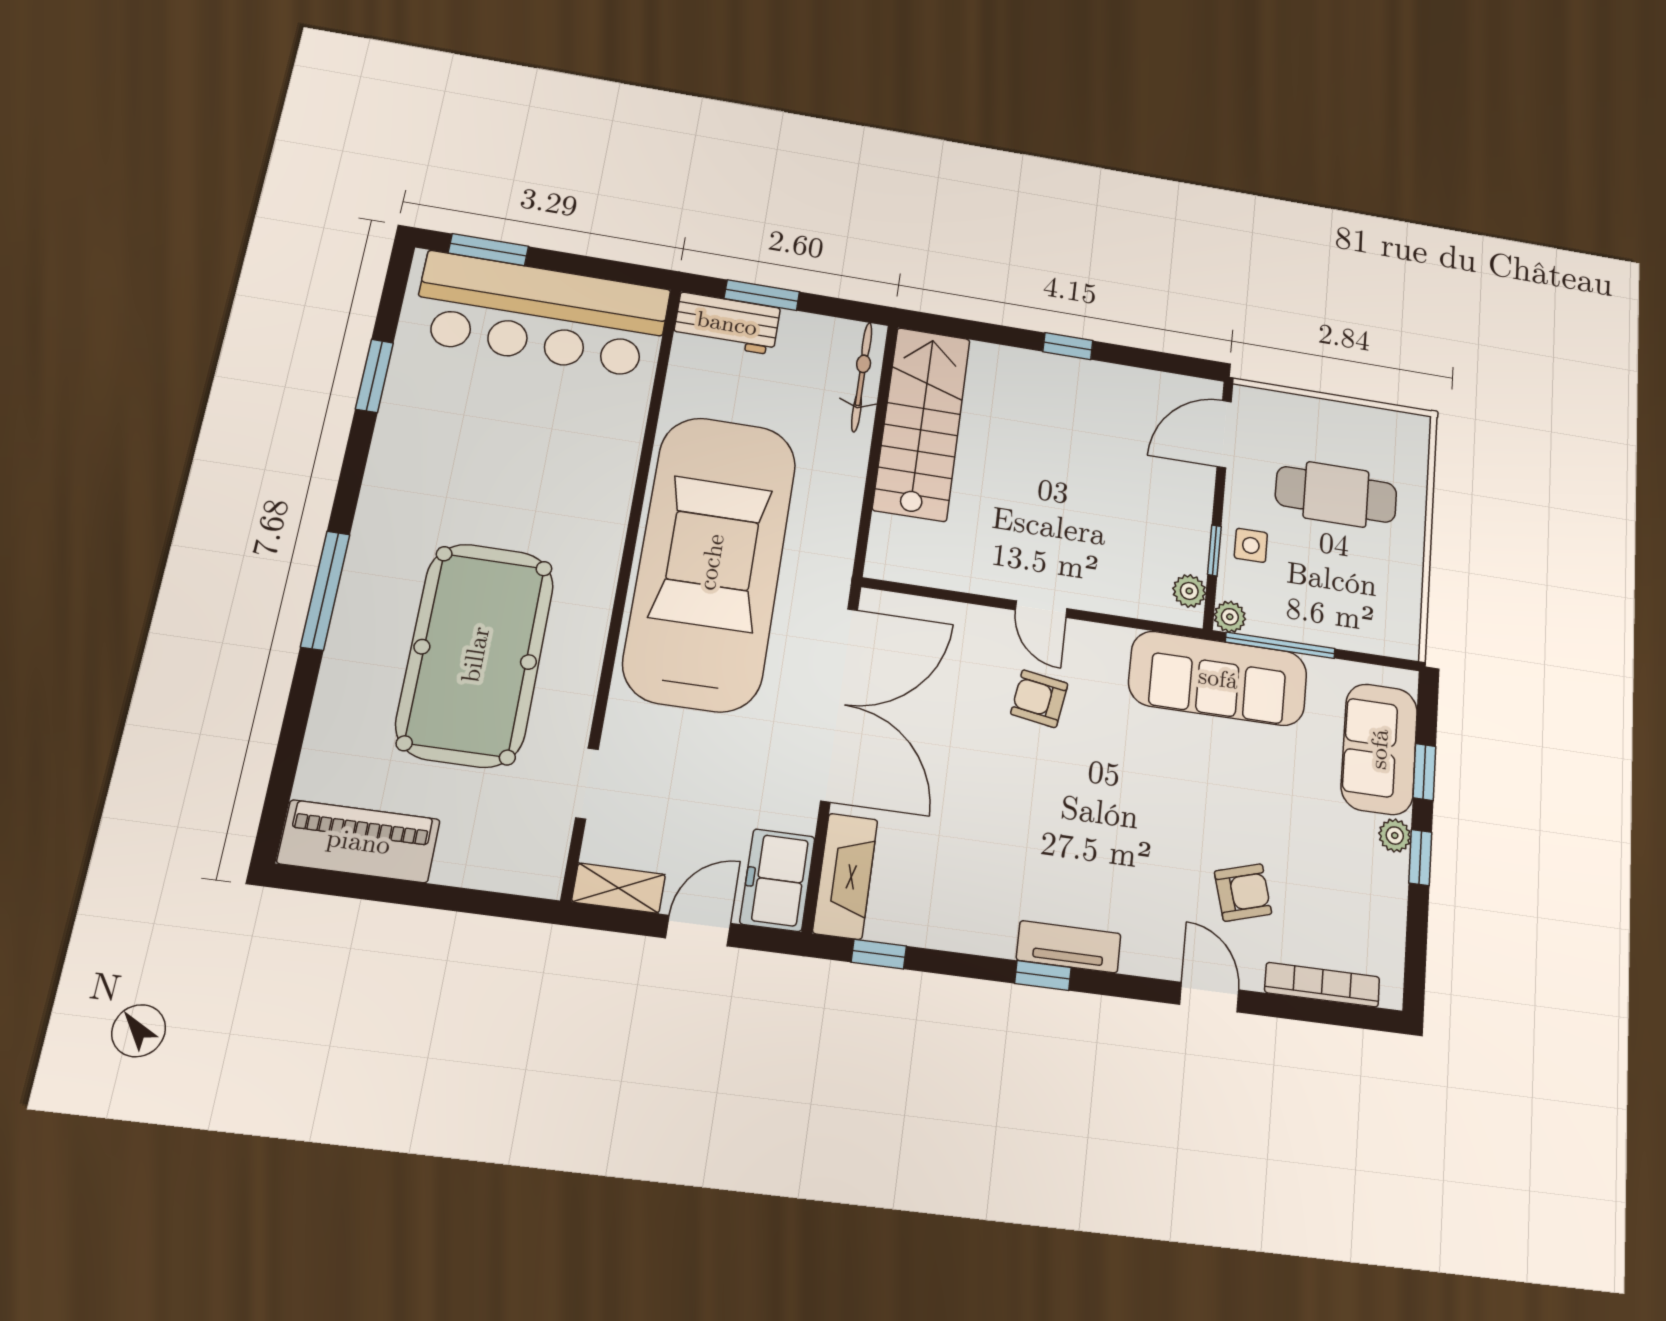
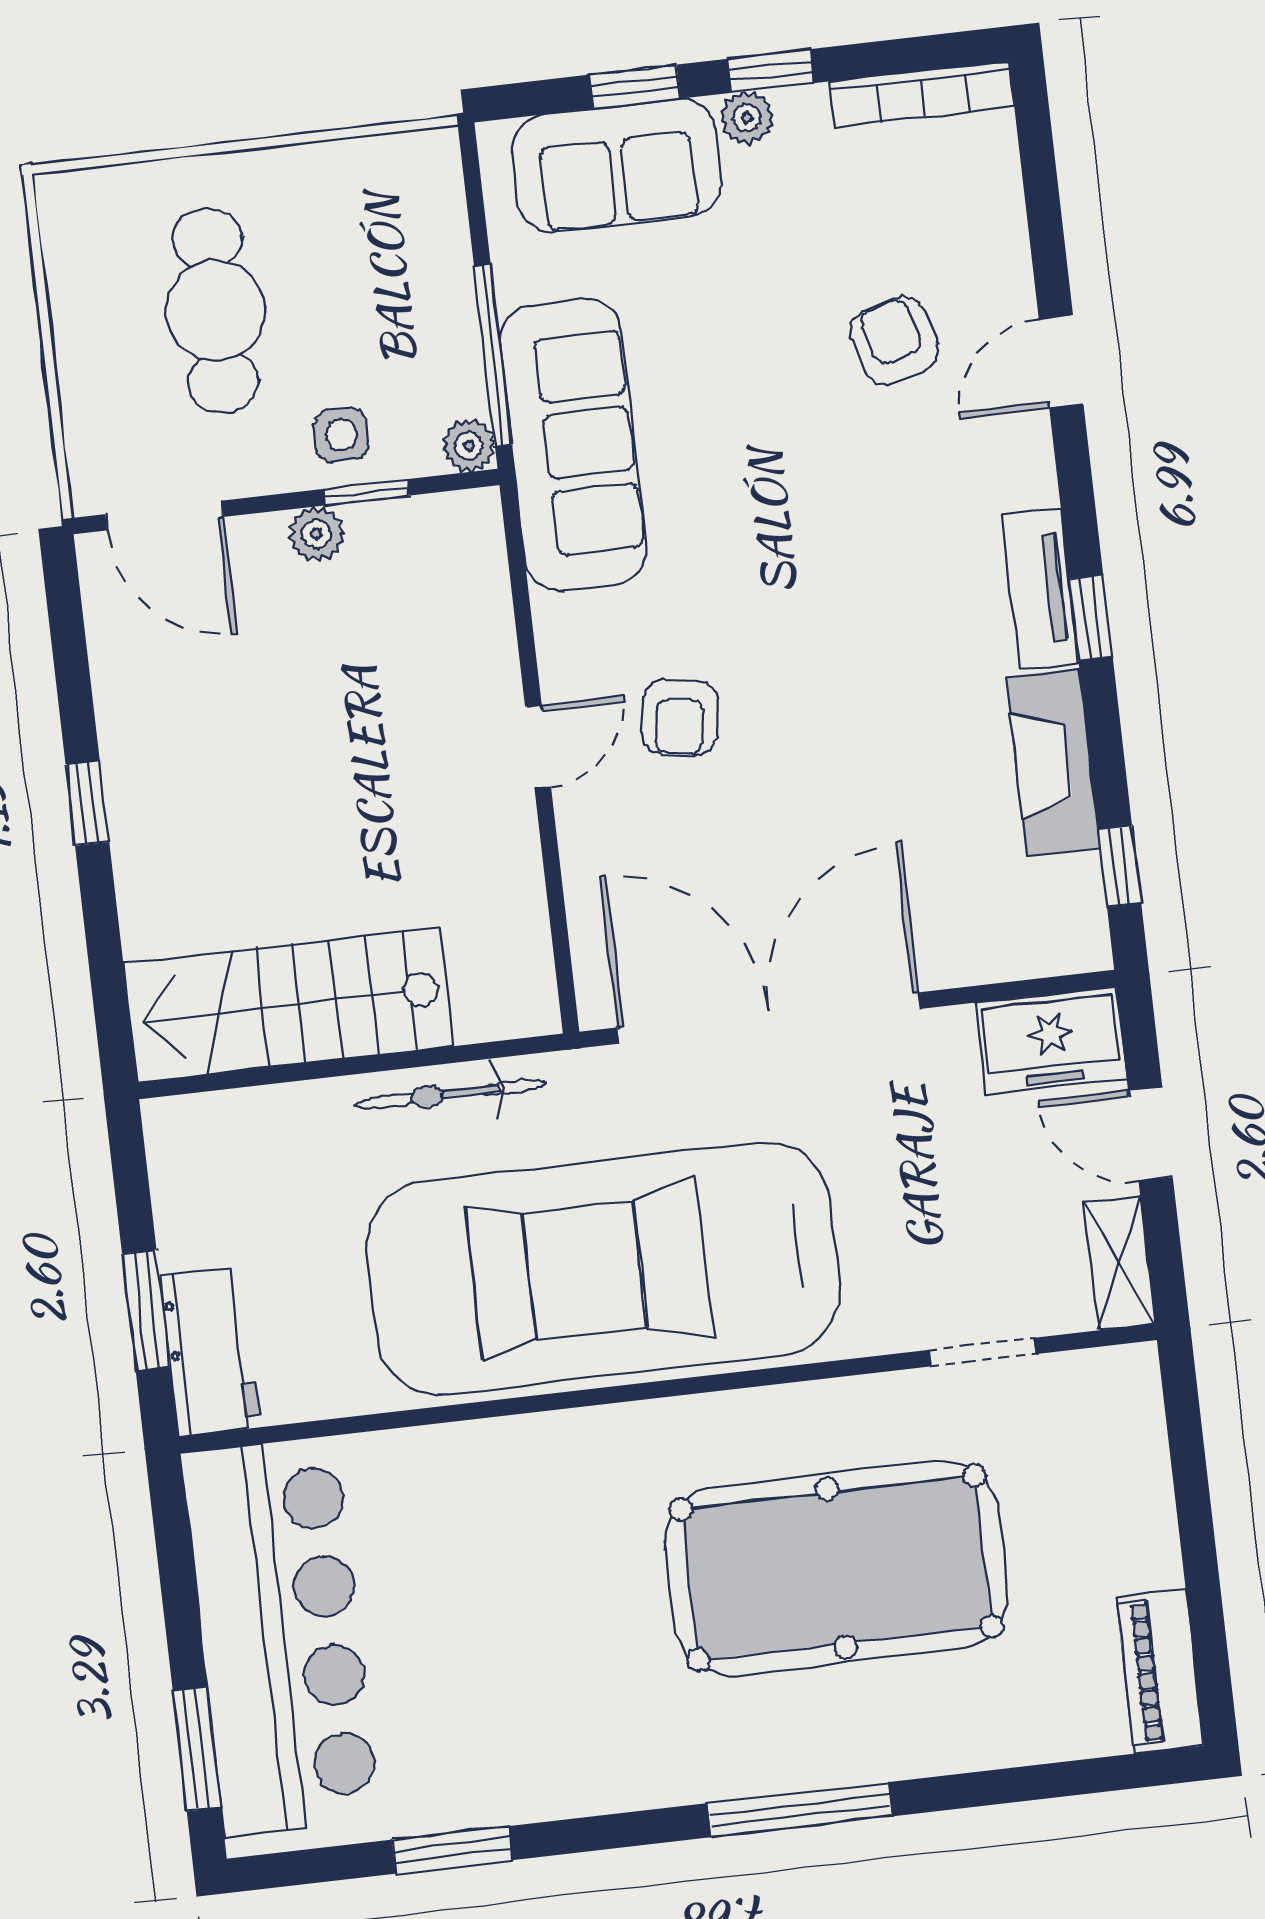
bicycle: (862, 377) -> (450, 1094), moved
plant: (1189, 591) -> (316, 534), moved
piano: (359, 841) -> (1160, 1670), width x0.73, depth x0.75
fireplace: (845, 876) -> (1053, 762), moved, turned -90
bookcase: (1322, 985) -> (922, 94), moved, turned -90

